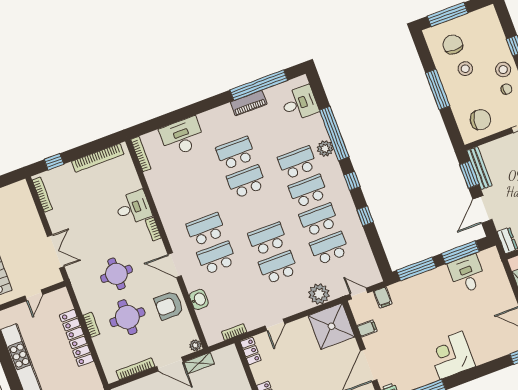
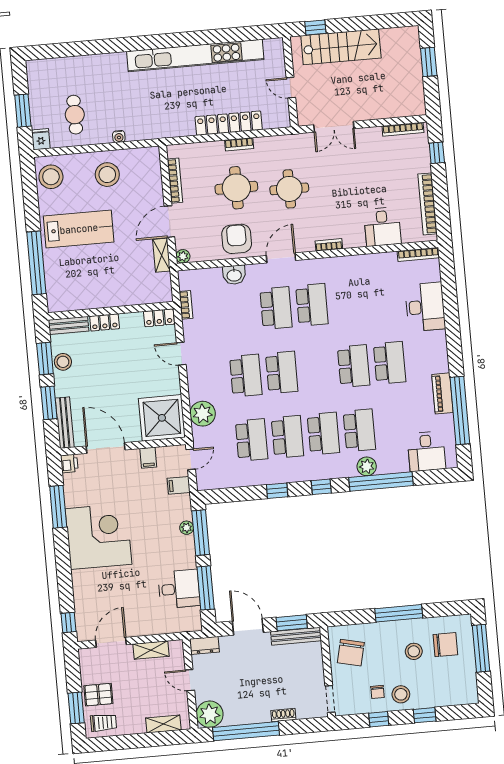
desk: (133, 208) -> (382, 227), moved
plant: (415, 281) -> (187, 528), added
corner desk: (451, 355) -> (98, 536), width x1.36, depth x1.36

